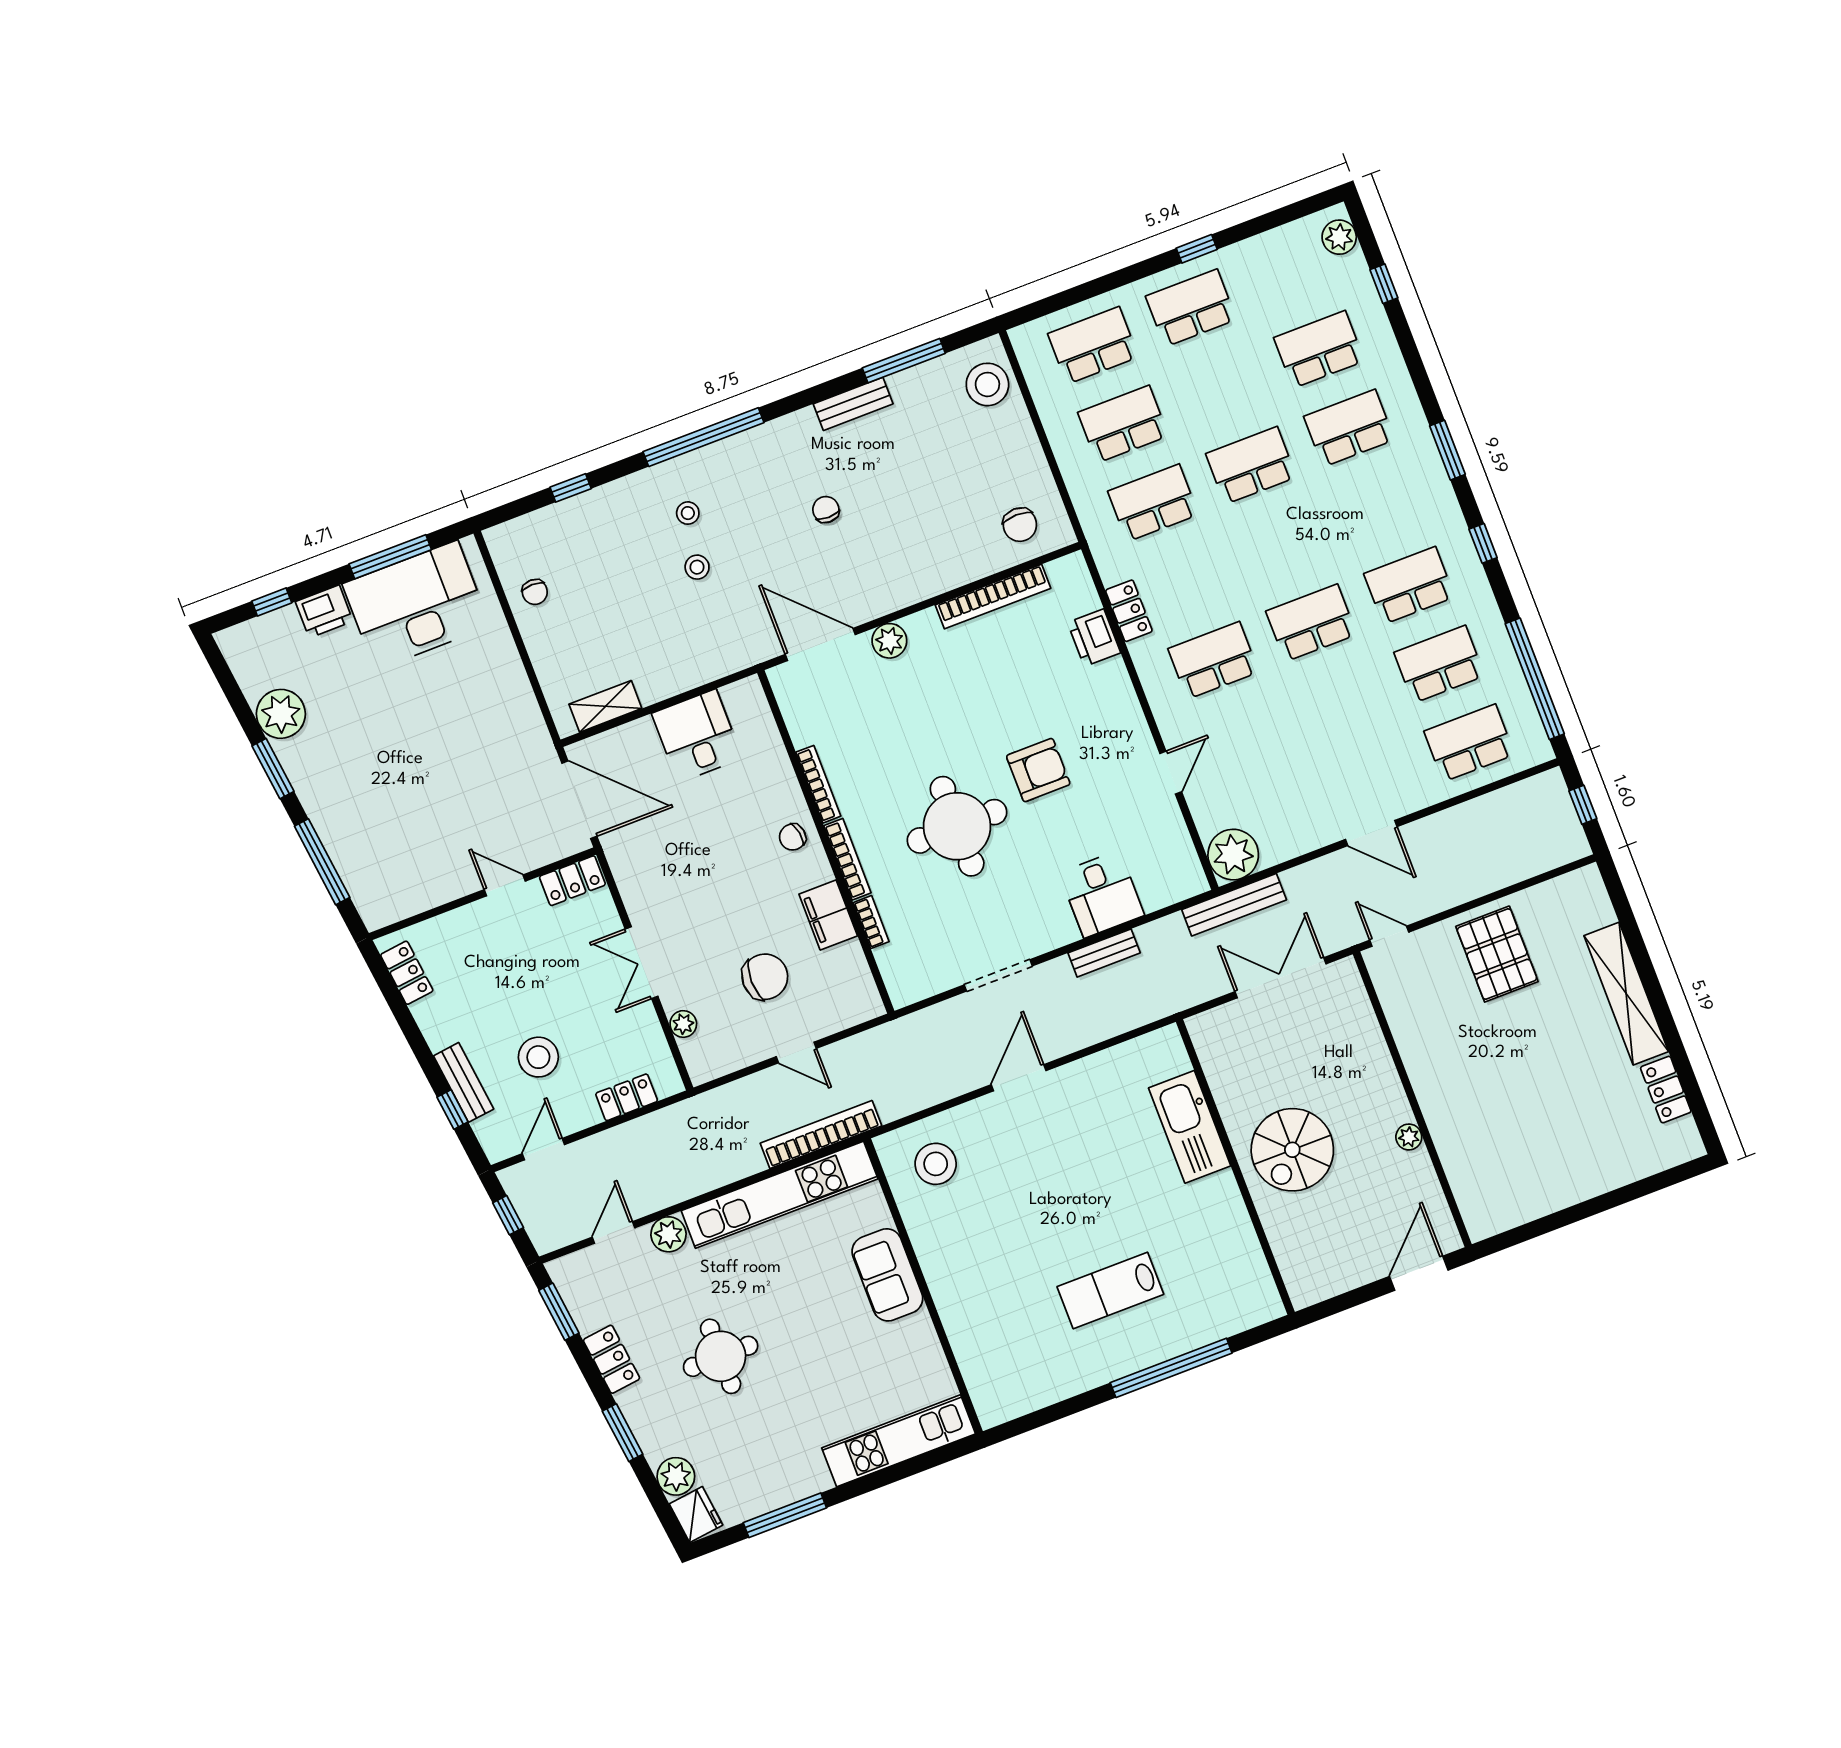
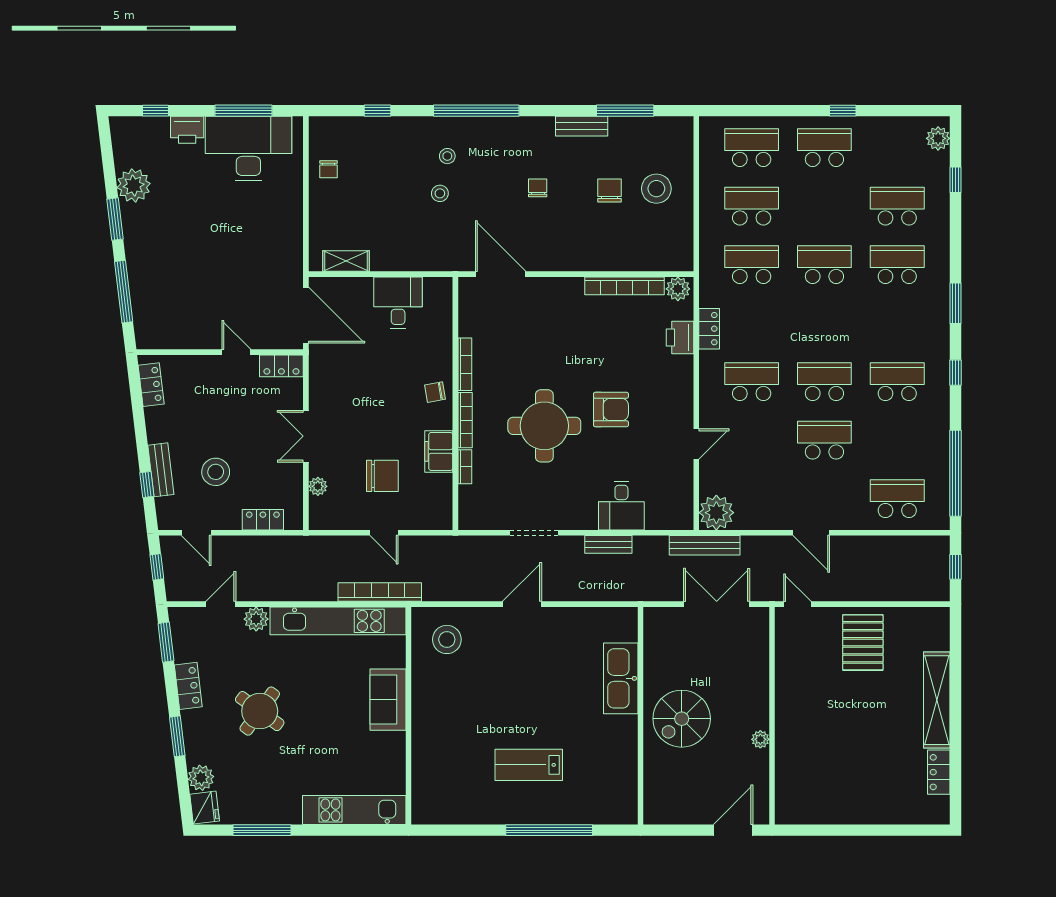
stool: (987, 384) -> (656, 189), moved
chair: (1020, 525) -> (609, 191), moved, turned 180
plant: (889, 641) -> (678, 289), moved
school desk: (1439, 664) -> (824, 440), moved
door: (543, 1149) -> (196, 533), swing flipped
round table: (721, 1356) -> (260, 711), turned 36

